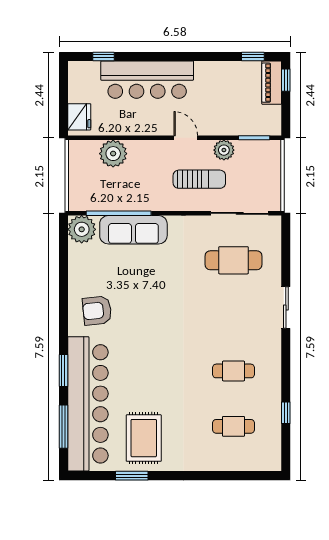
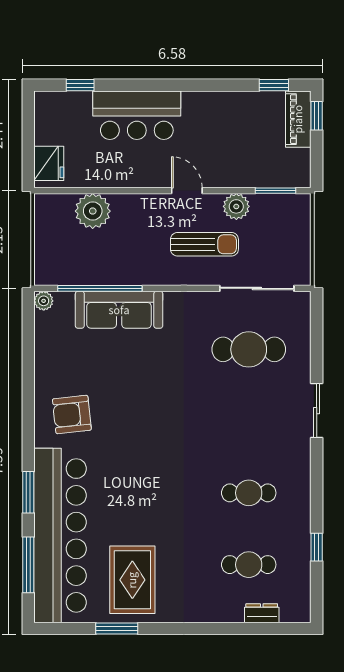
bar counter: (147, 80) -> (137, 115), width x0.73
plant: (82, 229) -> (44, 301), width x0.53, depth x0.53
dresser: (243, 464) -> (262, 613), added

